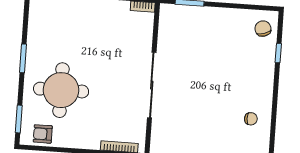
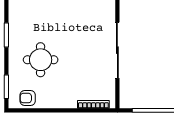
round table: (61, 90) -> (41, 60), width x0.73, depth x0.73

